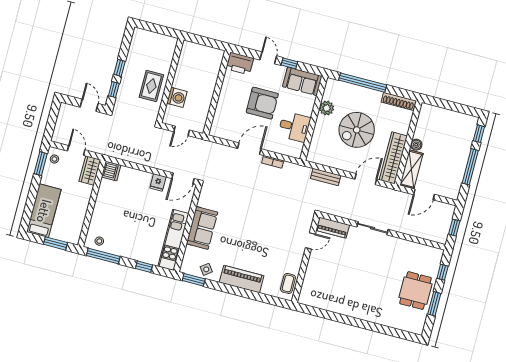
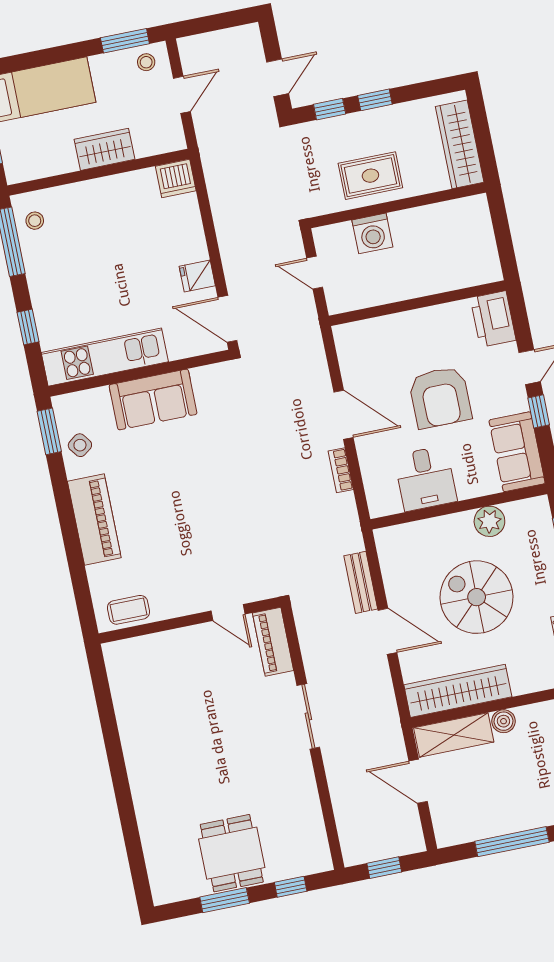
wardrobe: (157, 41) -> (460, 144), added
wardrobe: (90, 170) -> (105, 149), moved
door: (366, 179) -> (388, 631), moved
dining table: (415, 291) -> (232, 853), turned 90

